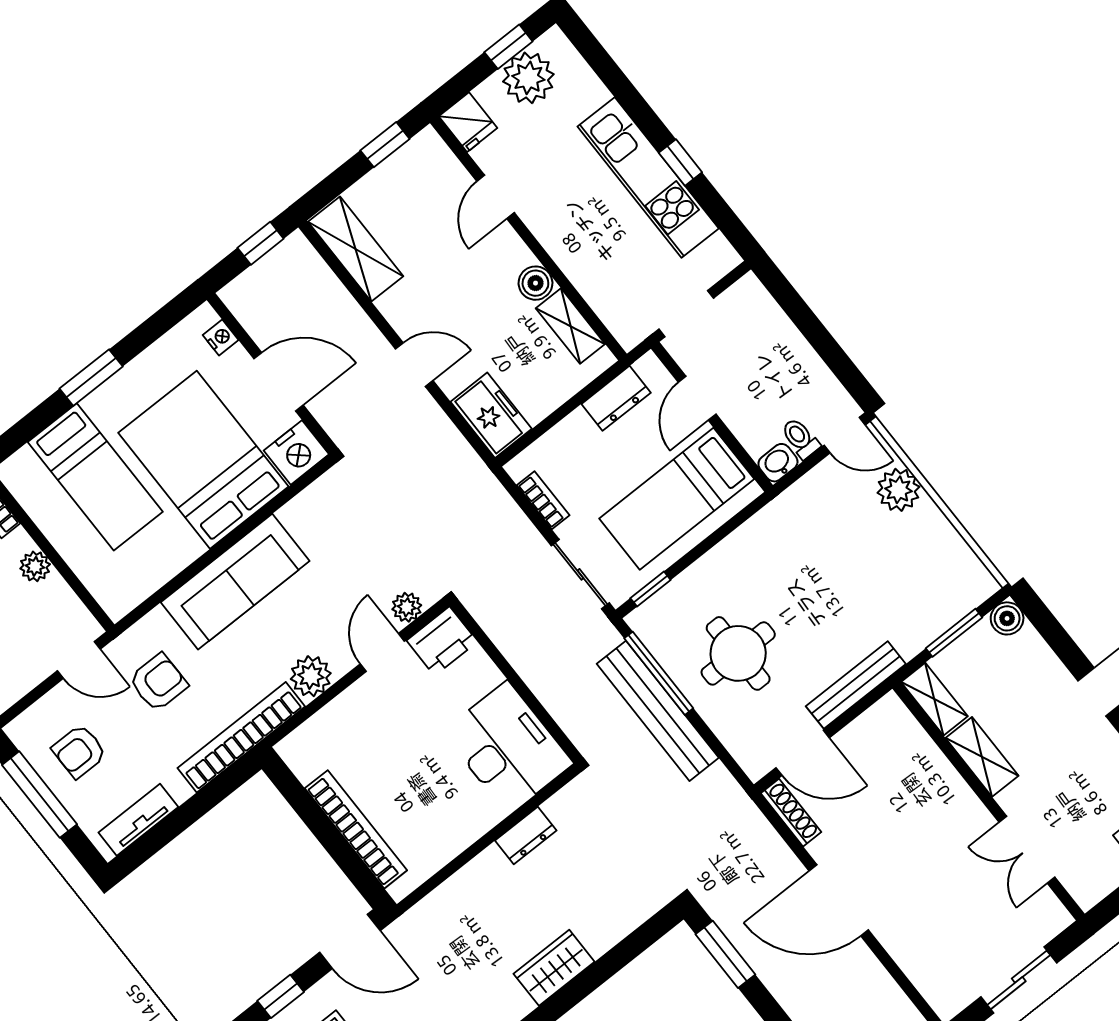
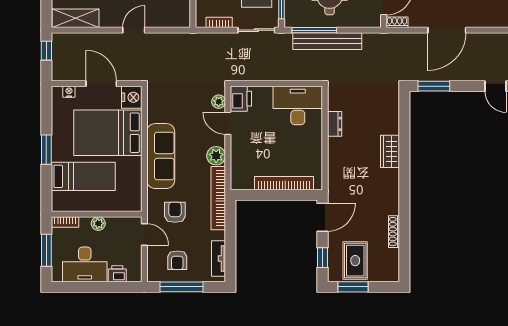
door: (279, 382) -> (101, 84), hinge flipped
freezer: (491, 415) -> (174, 17), removed
door: (79, 660) -> (144, 234), hinge flipped
shoe rack: (791, 813) -> (397, 22), width x0.70

